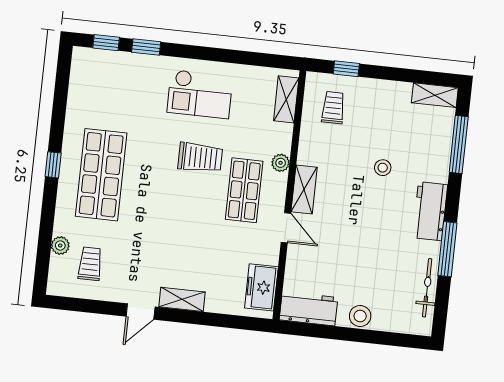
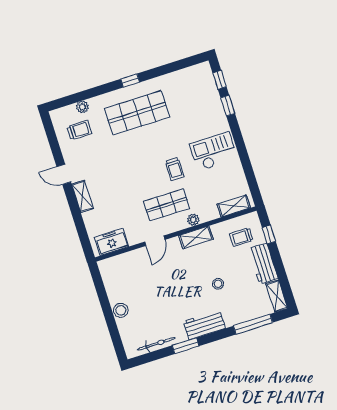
checkout: (200, 94) -> (213, 151), turned 90
trolley: (333, 108) -> (241, 237), turned 180
trolley: (200, 158) -> (175, 169), width x0.73, depth x0.72
shelving: (304, 189) -> (196, 237), moved
window: (447, 249) -> (186, 346), width x0.69
workbench: (309, 309) -> (263, 264), moved, turned 180

